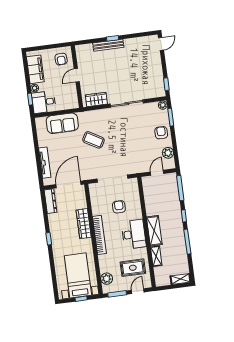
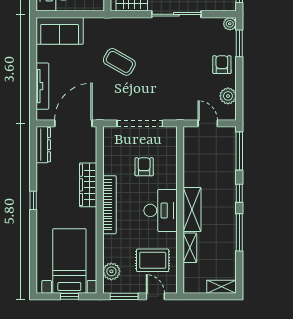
sofa: (62, 123) -> (60, 31), moved
door: (157, 173) -> (208, 123), hinge flipped
door: (138, 291) -> (155, 296), hinge flipped

